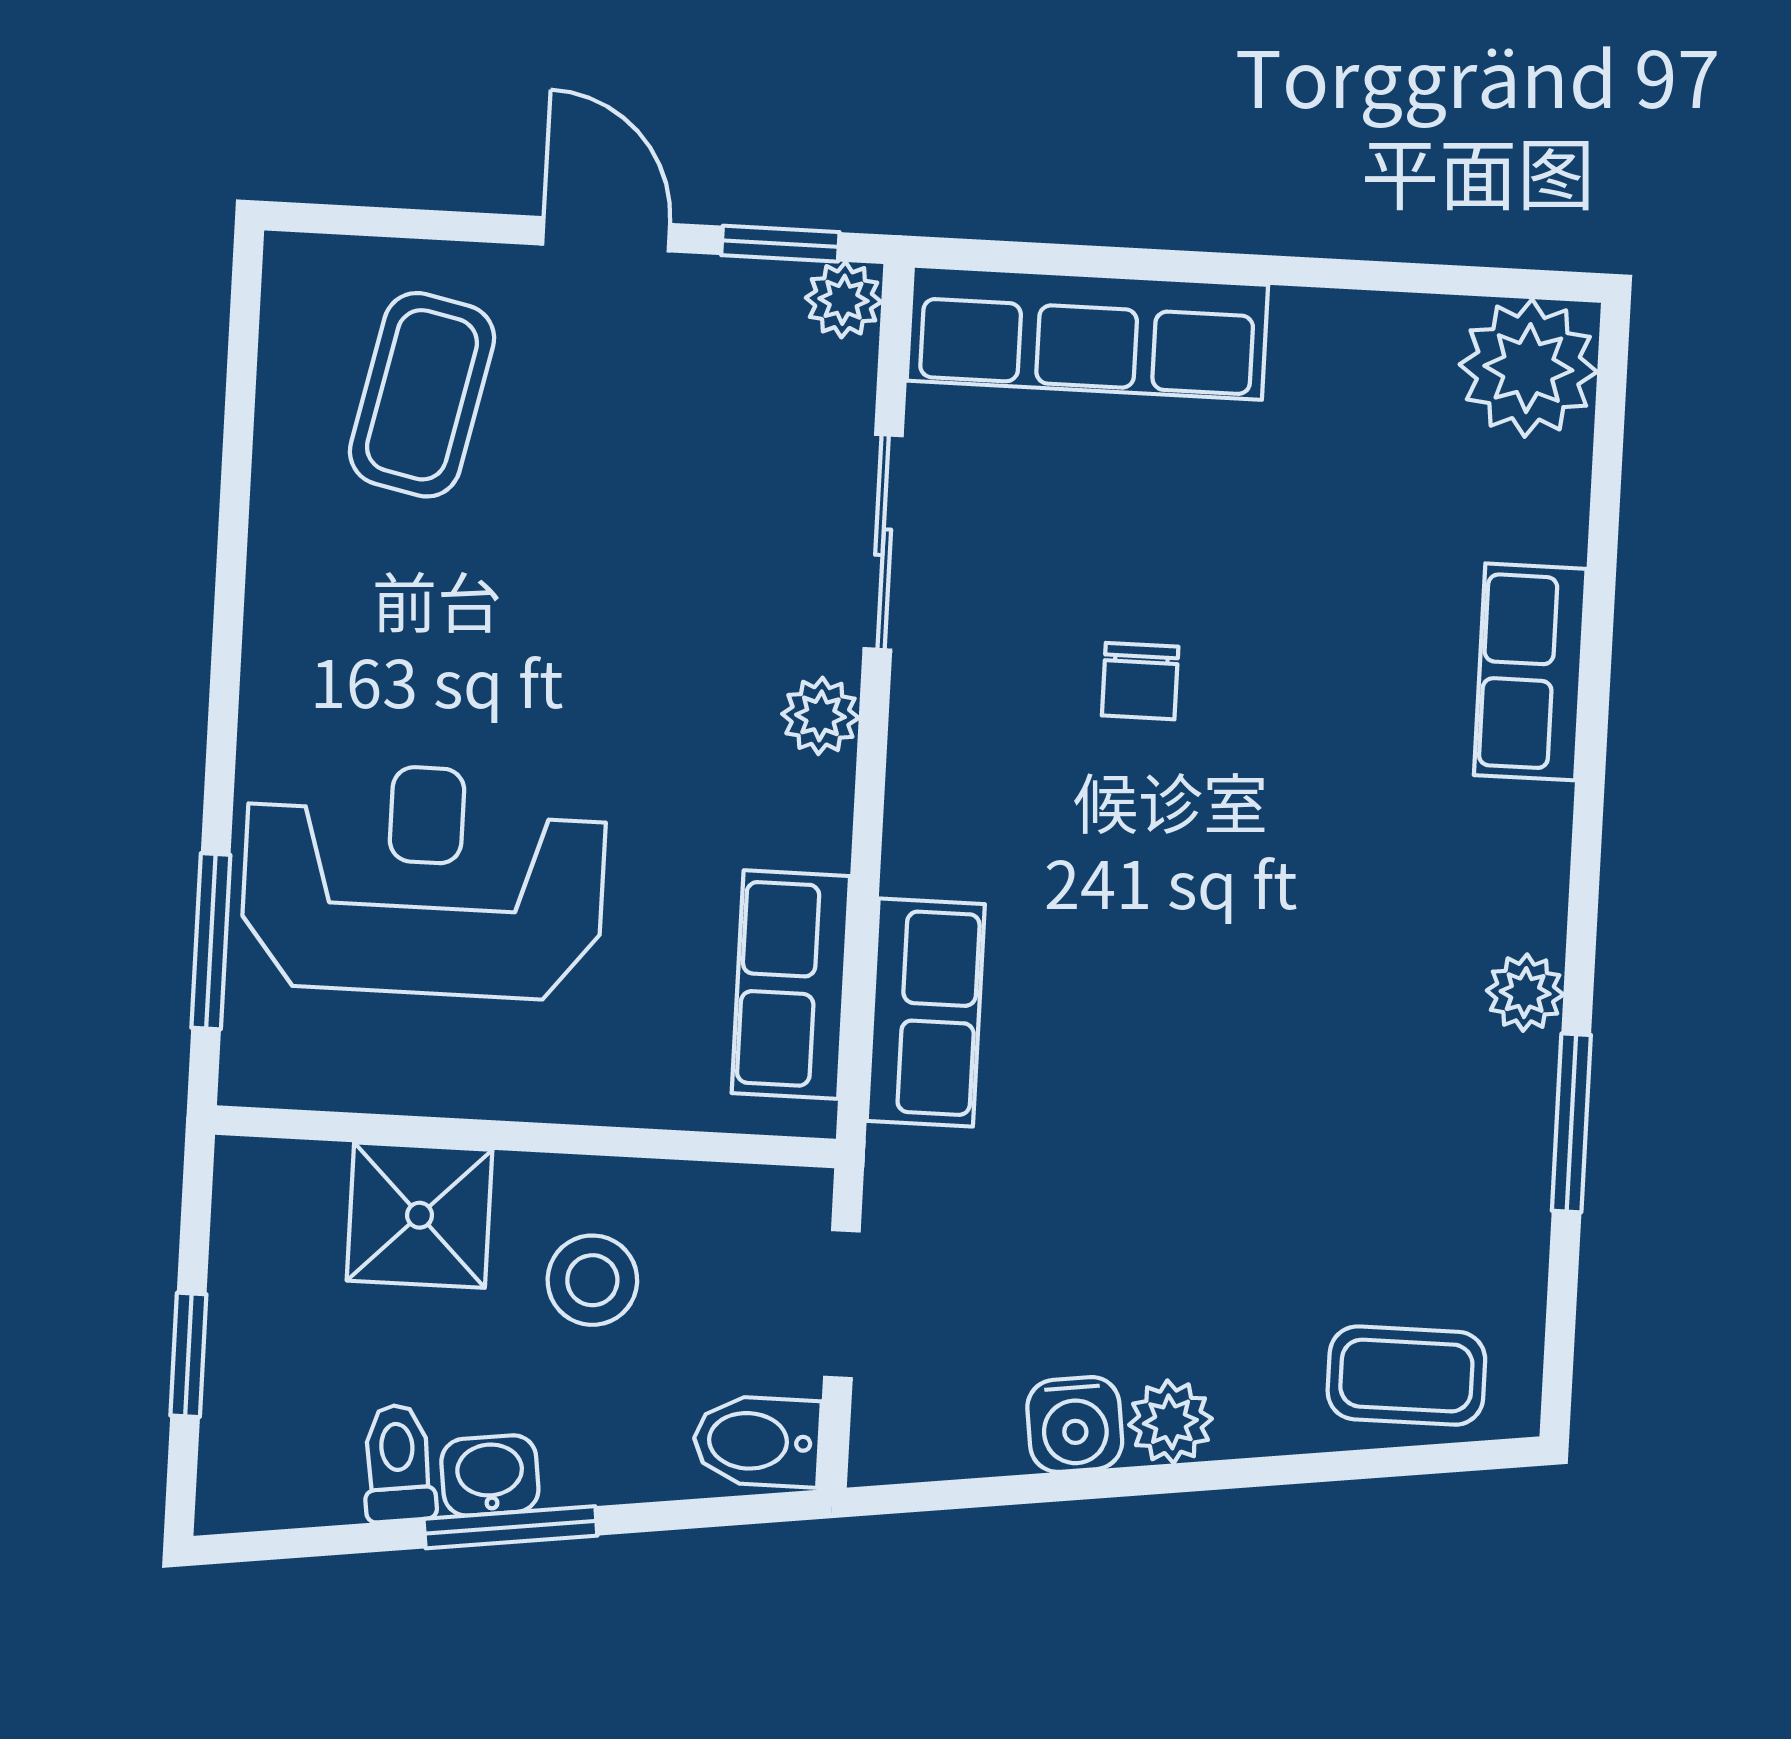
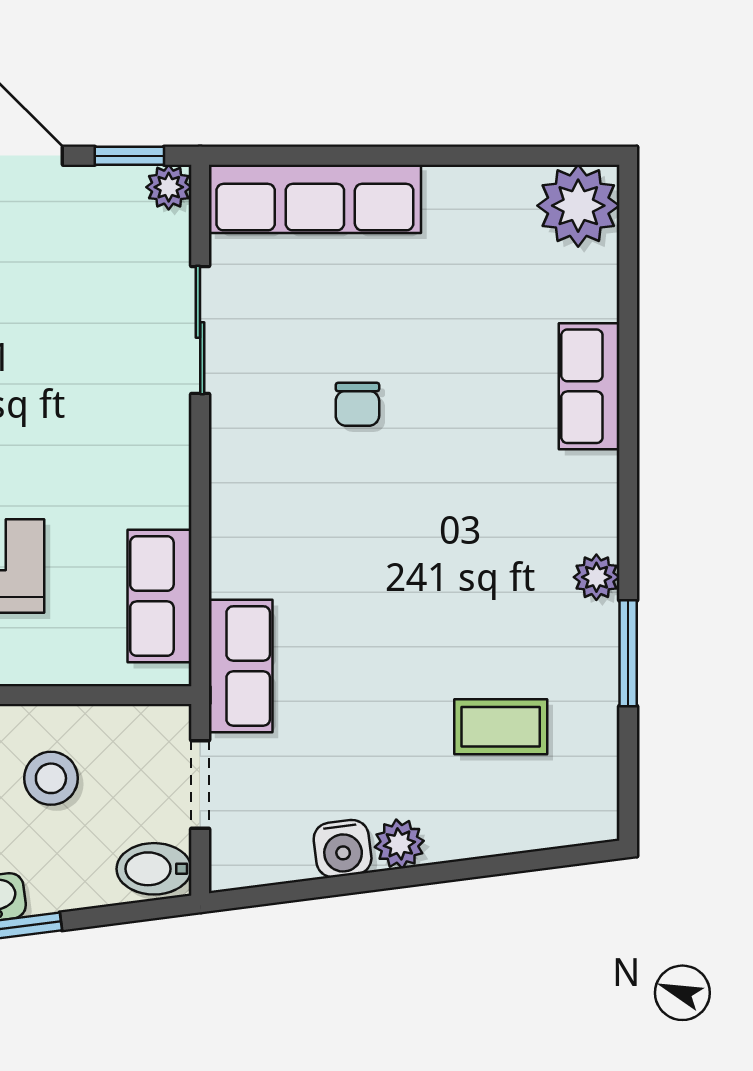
plant: (820, 716) -> (168, 435), removed
row of seats: (926, 1012) -> (241, 666), moved
coffee table: (1406, 1376) -> (501, 727), moved

